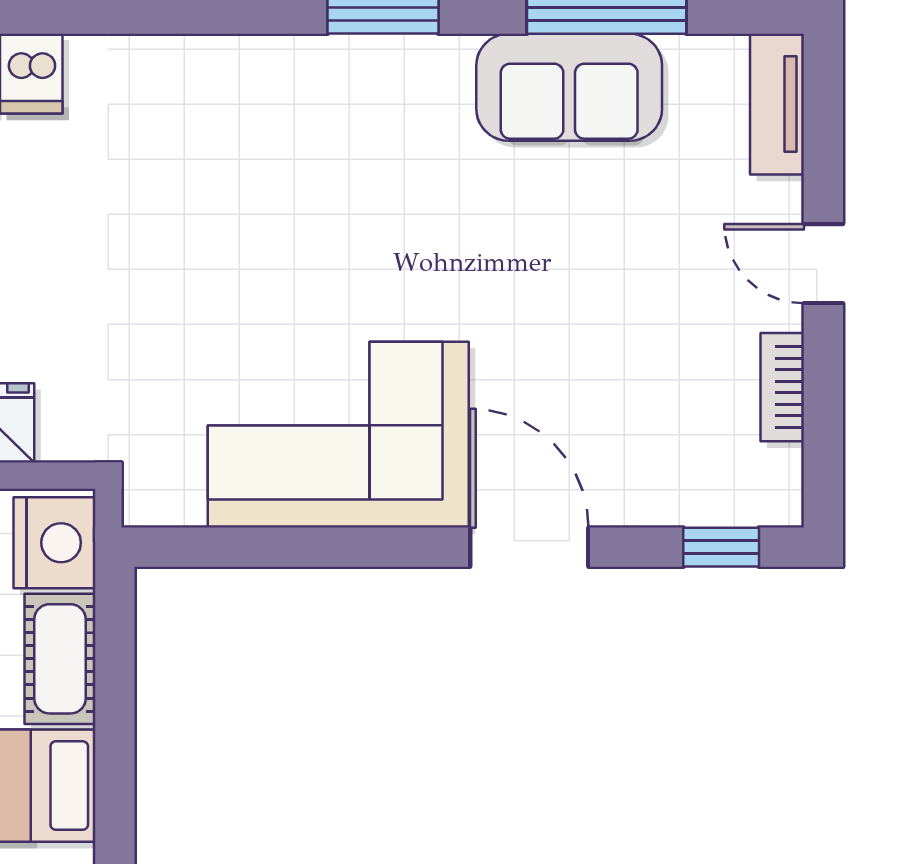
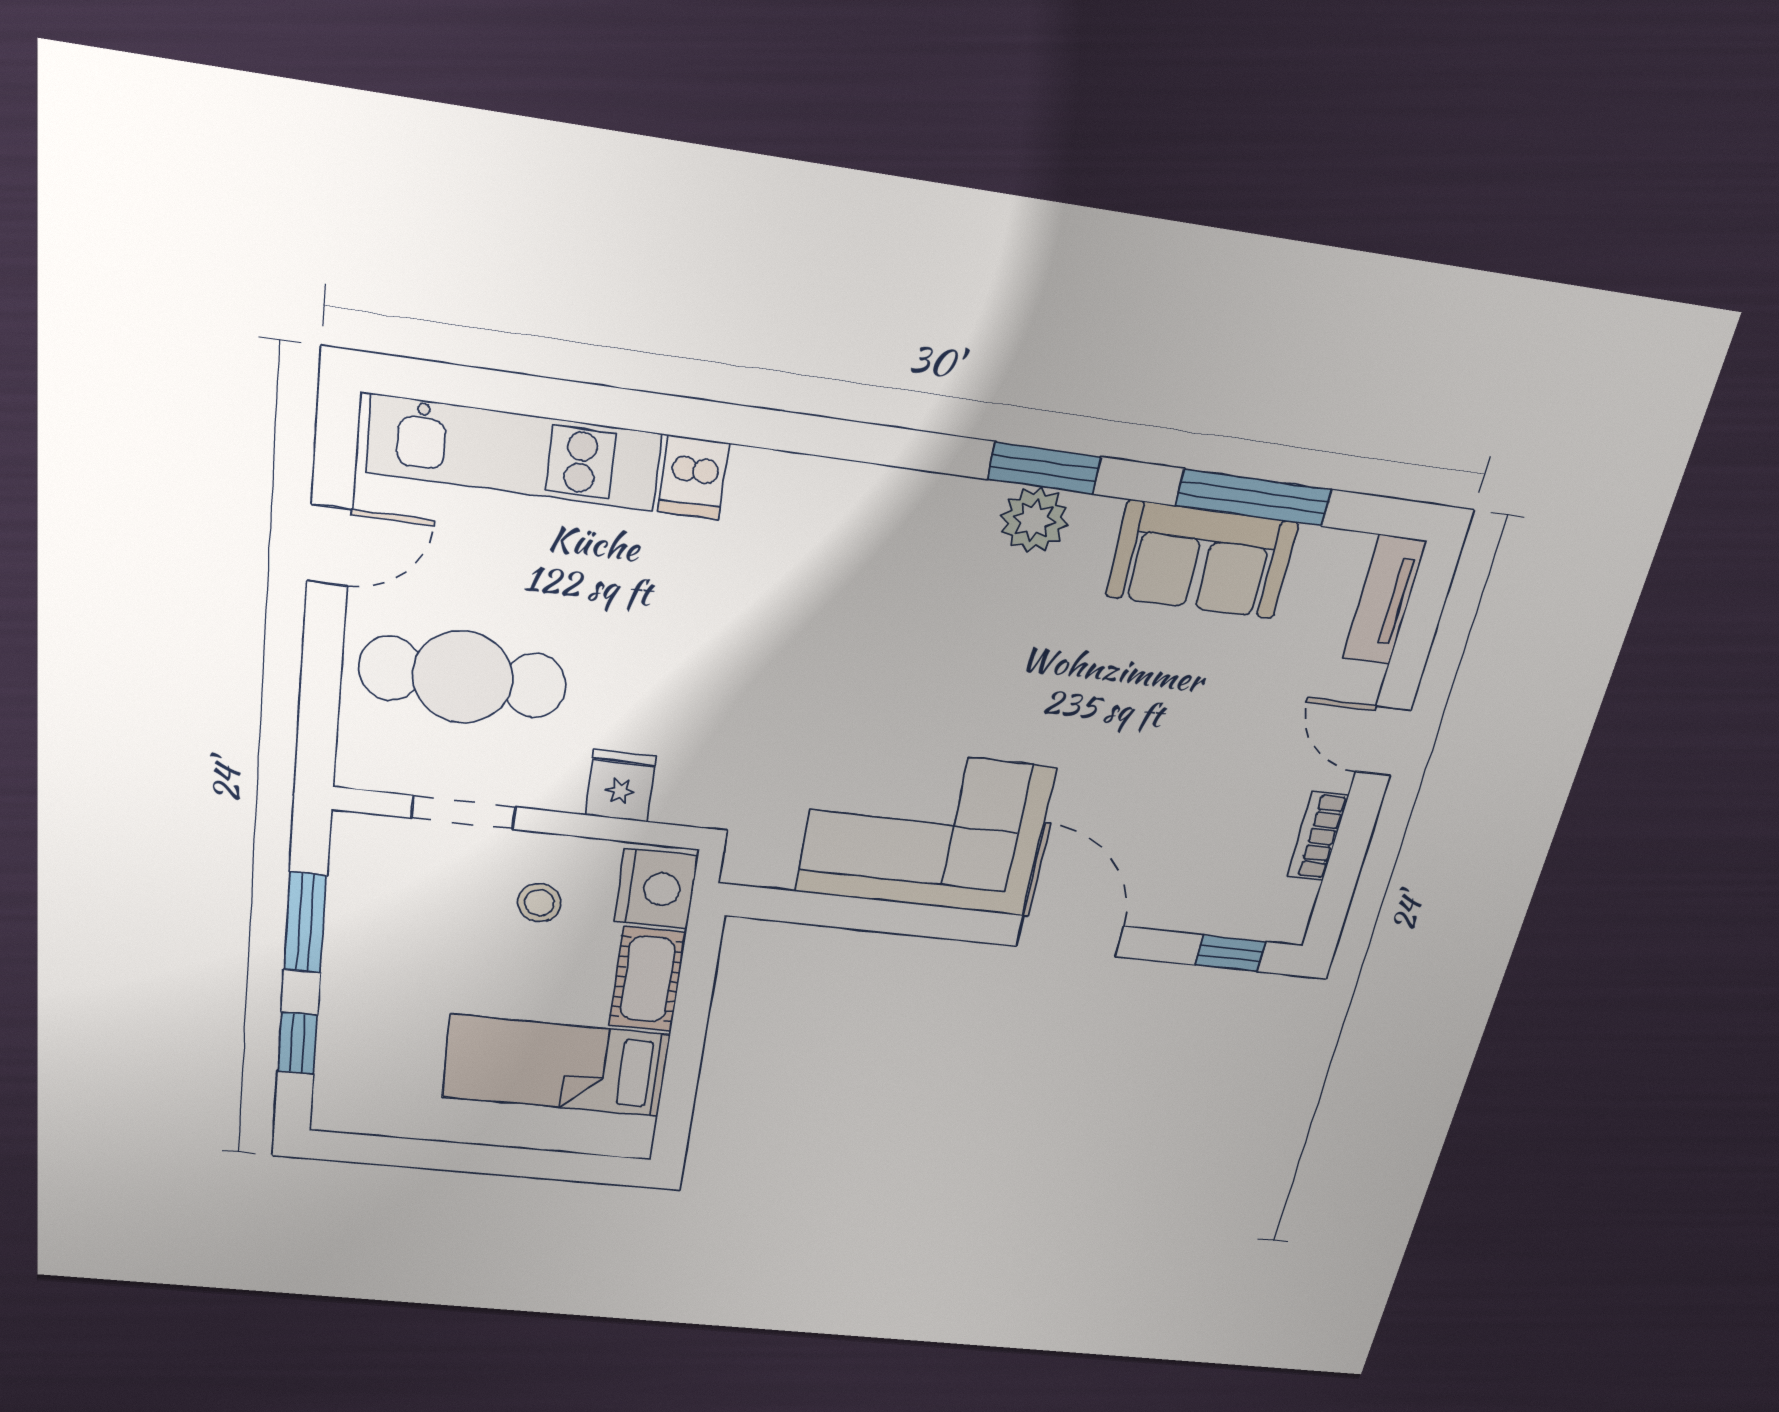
plant: (384, 69) -> (1034, 520), added

